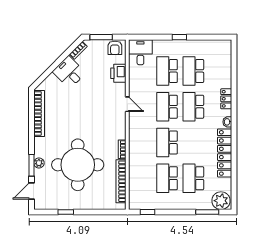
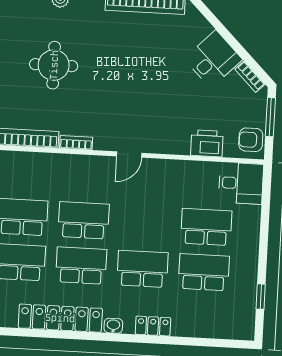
window: (179, 37) -> (261, 297), moved
door: (127, 104) -> (129, 155), moved
school desk: (167, 107) -> (81, 266), moved
round table: (78, 165) -> (54, 65), width x0.54, depth x0.54

